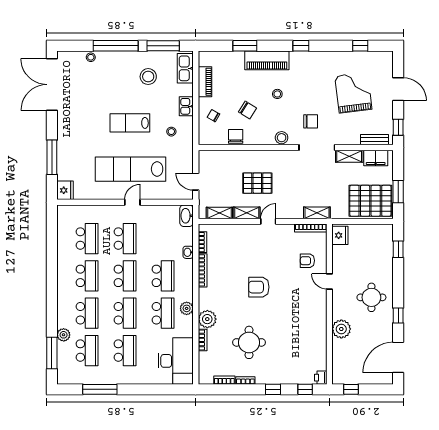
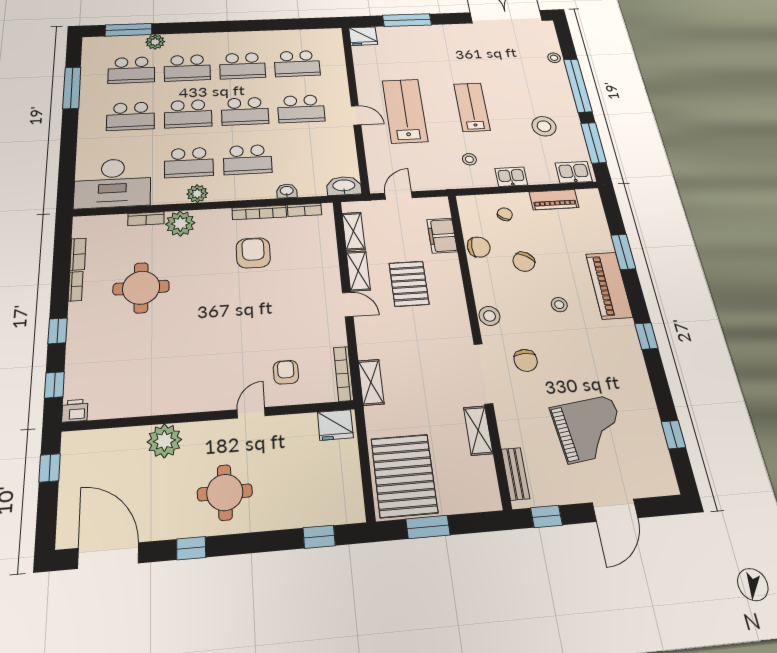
kitchen sink: (185, 68) -> (574, 172), width x0.73
filing cabinet: (376, 158) -> (442, 236), moved
lab bench: (130, 169) -> (405, 111), width x0.73
armchair: (259, 287) -> (253, 253), moved

